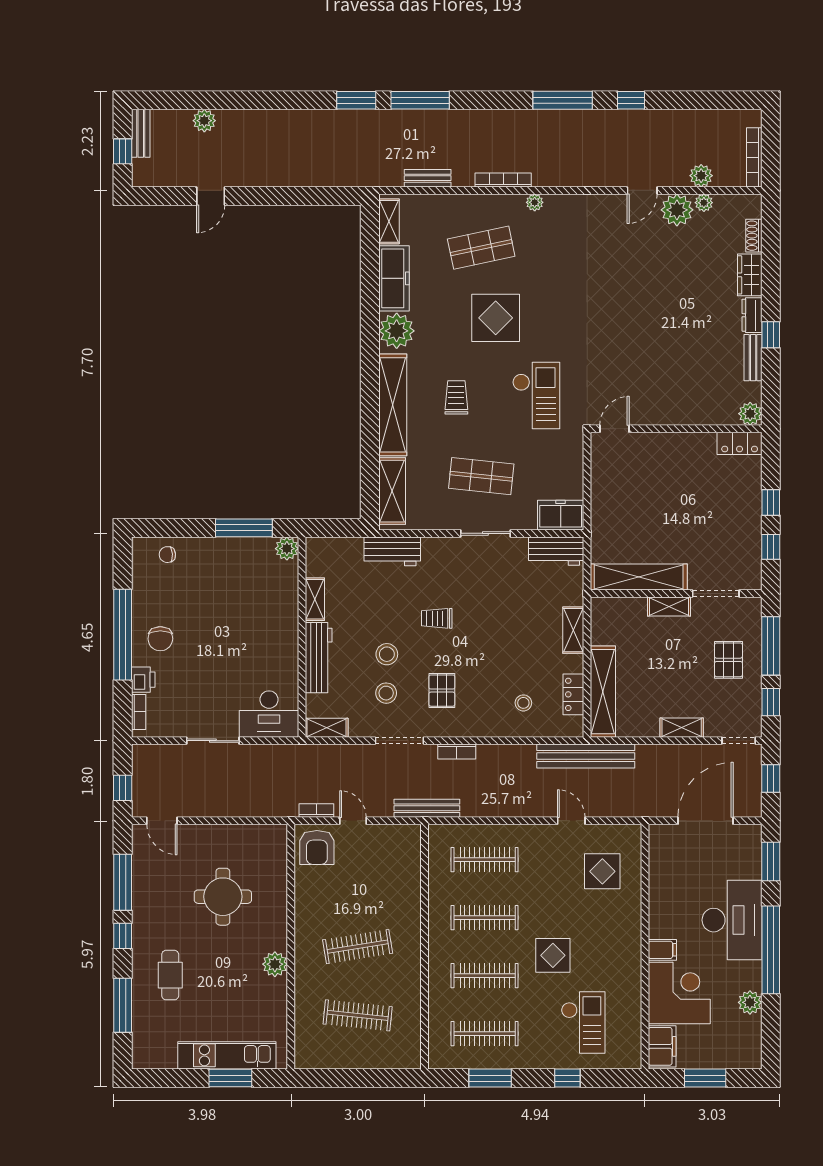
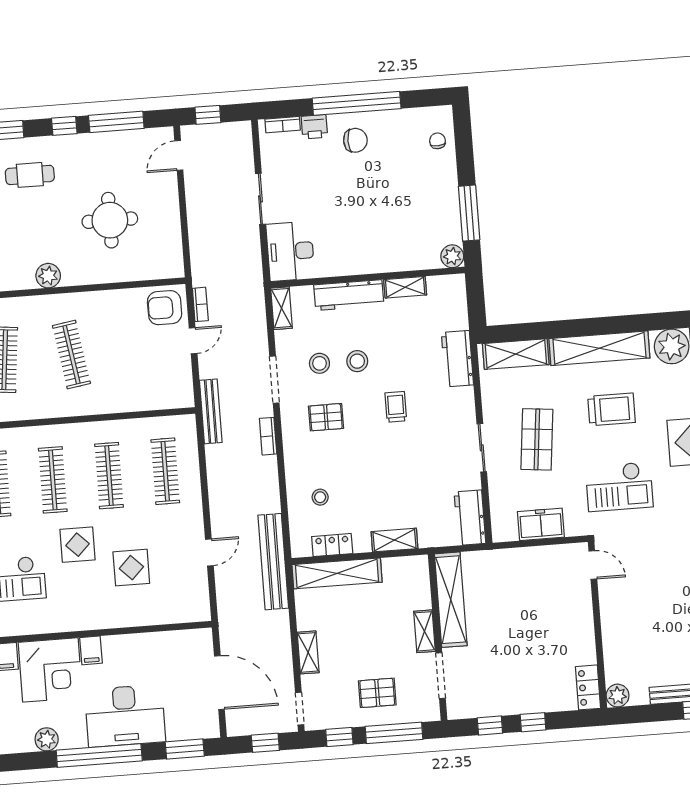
trolley: (456, 397) -> (611, 409), width x1.36, depth x1.39
freezer: (561, 515) -> (541, 524), moved, turned -90
chair: (160, 639) -> (355, 140), turned 180
display table: (602, 871) -> (131, 568), moved

